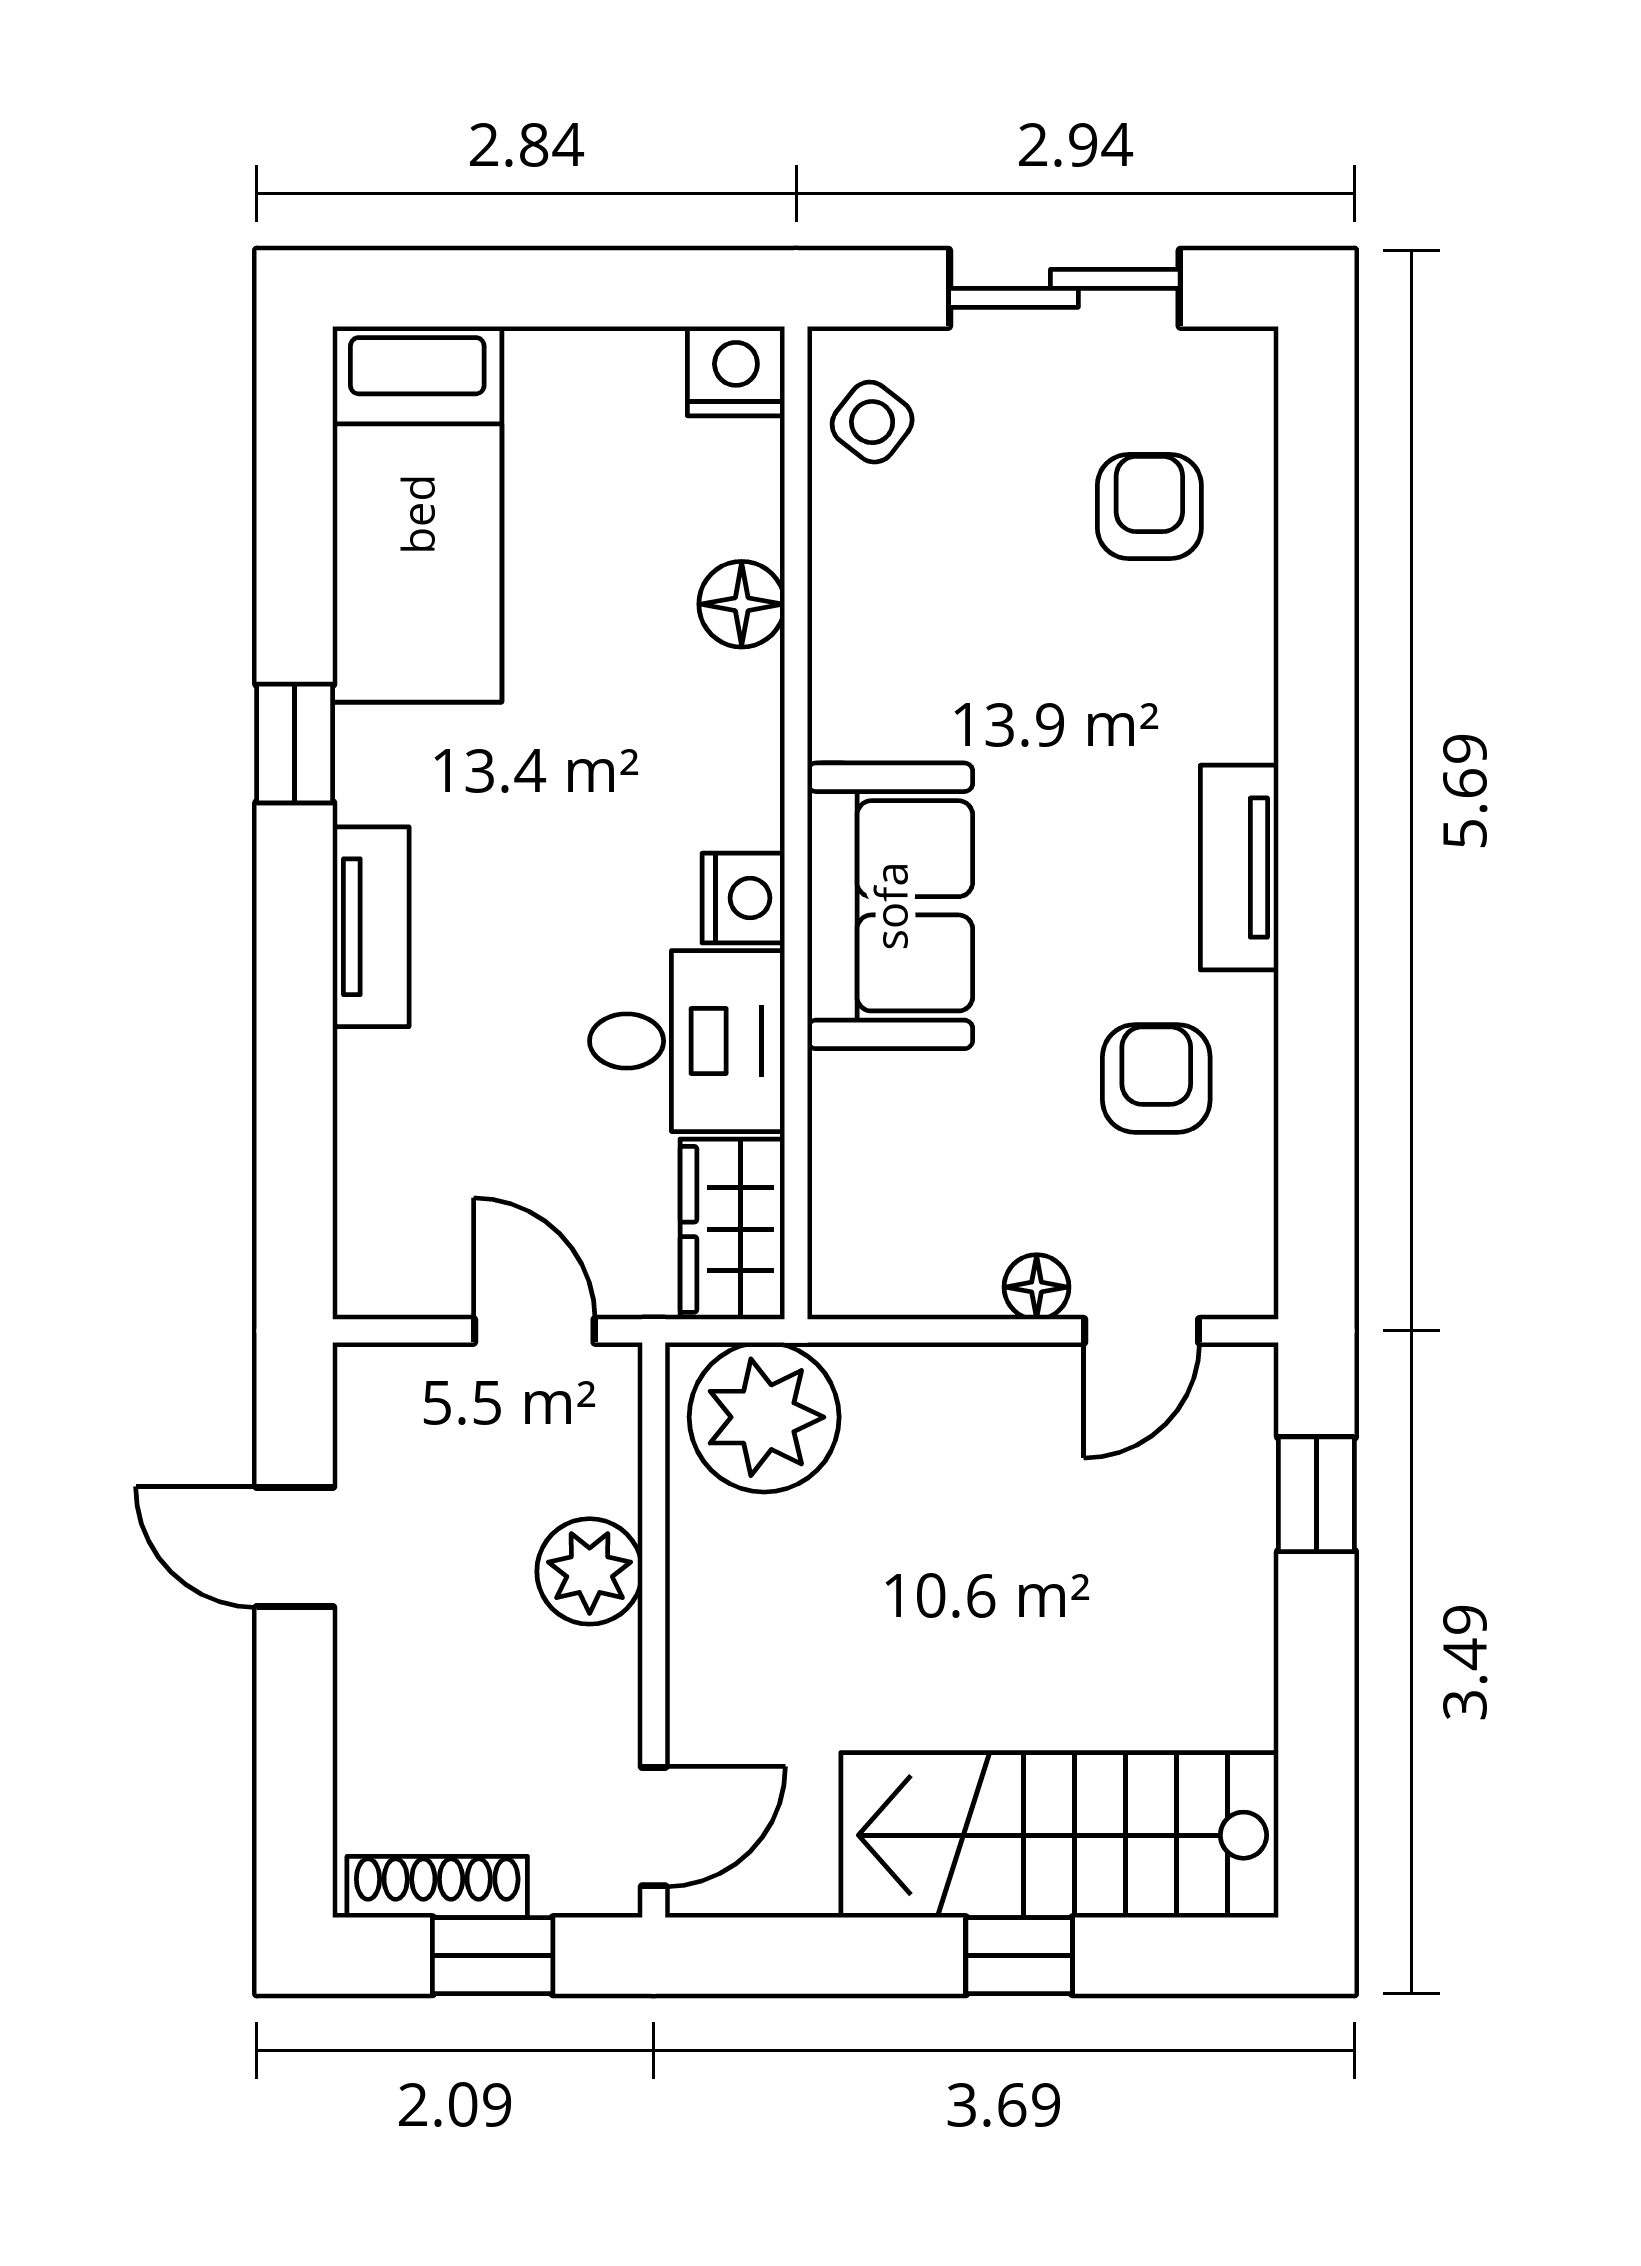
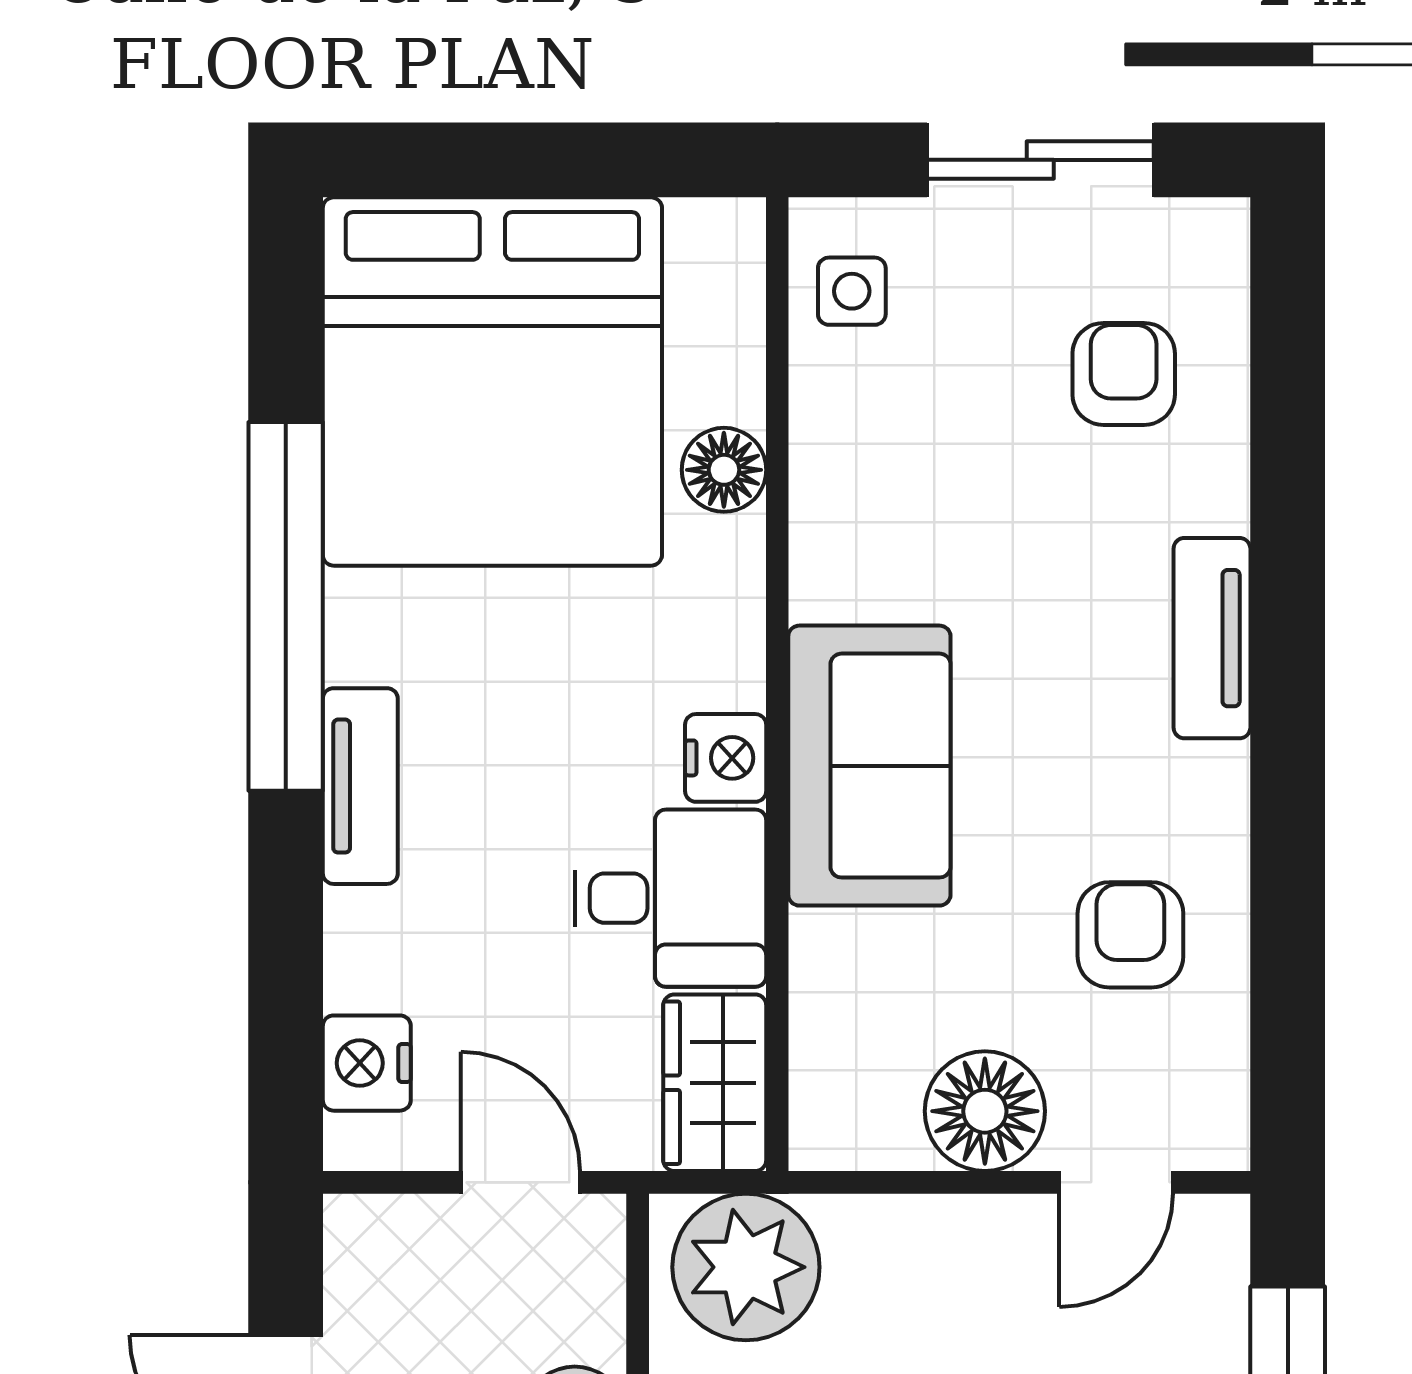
nightstand: (736, 371) -> (367, 1063), moved, turned -90
side table: (872, 422) -> (852, 291), turned -38
bed: (417, 514) -> (492, 381), width x2.04
window: (295, 743) -> (286, 606), width x3.17
tv unit: (1239, 868) -> (1212, 638), moved
floor lamp: (1037, 1287) -> (985, 1111), width x1.89, depth x1.89

